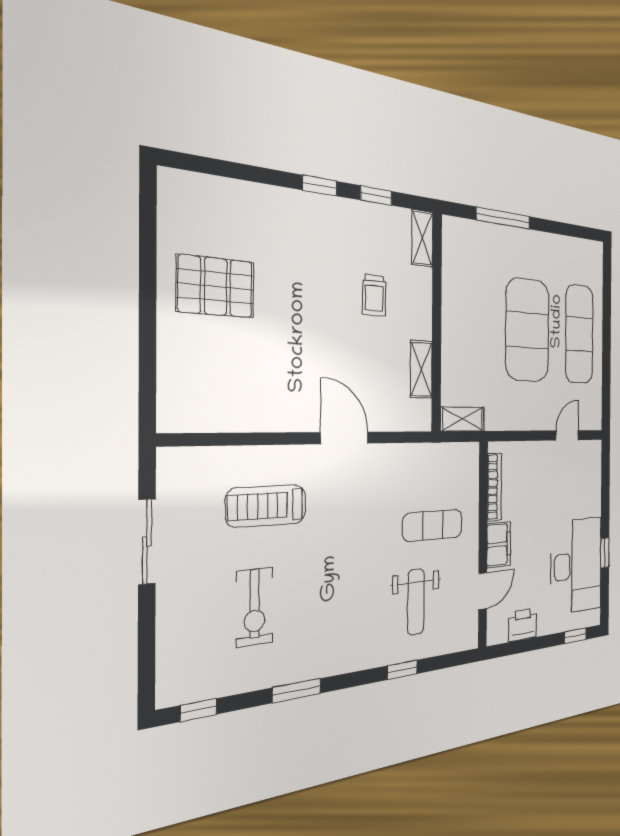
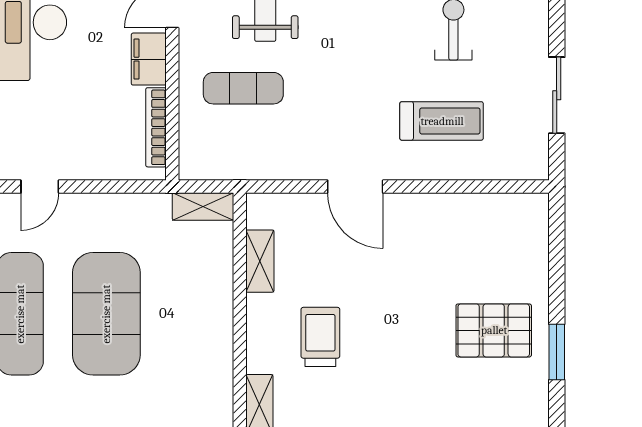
window: (148, 256) -> (557, 352), added
trolley: (374, 295) -> (320, 337), width x1.36, depth x1.39

